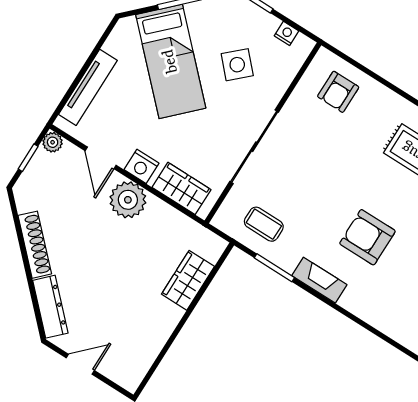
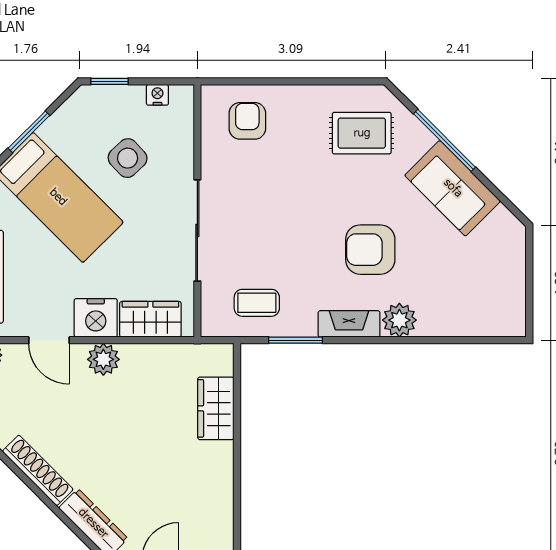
armchair: (338, 92) -> (247, 121), turned 180
nightstand: (141, 166) -> (96, 318), width x1.36, depth x1.33
plant: (128, 200) -> (103, 359), width x0.73, depth x0.73
plant: (357, 300) -> (399, 320), added

